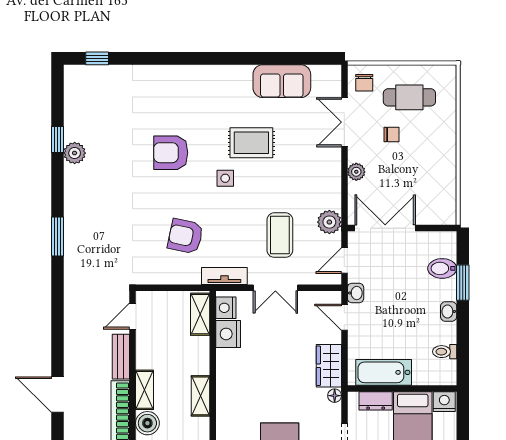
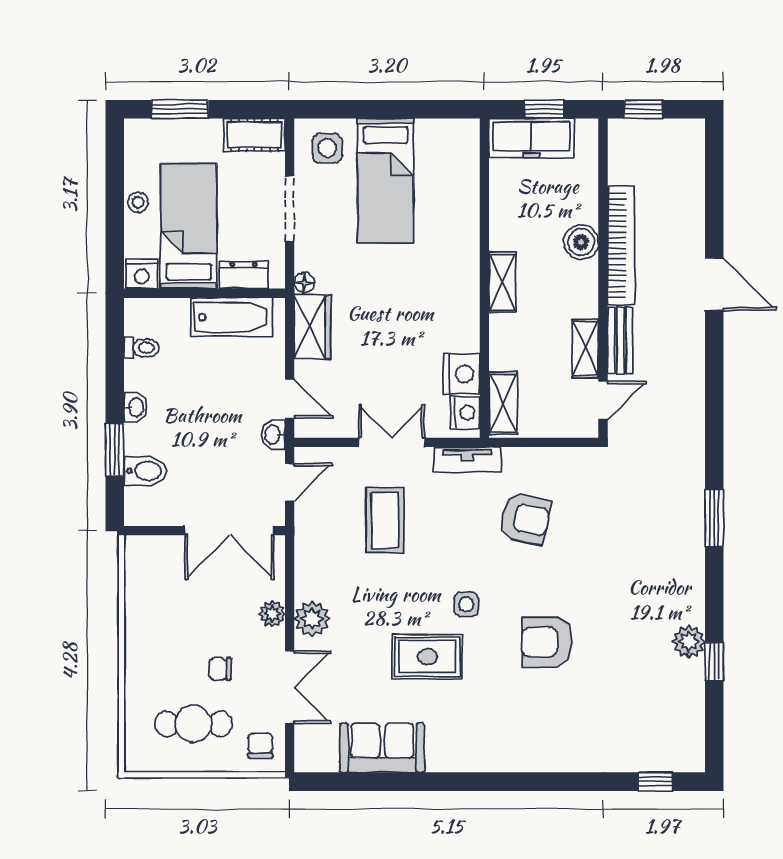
armchair: (171, 153) -> (547, 642), turned 180
plant: (329, 222) -> (312, 619), moved
shelving: (145, 390) -> (585, 349), moved

